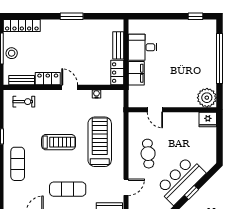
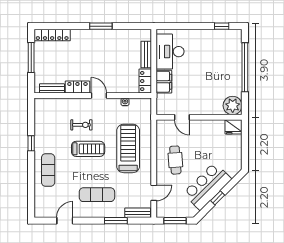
desk: (143, 47) -> (170, 52), width x1.37
stool: (12, 53) -> (42, 62), removed
exercise bike: (24, 102) -> (81, 125), moved

